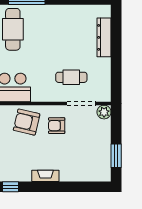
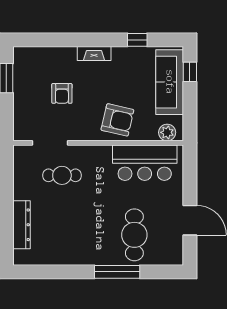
plant: (104, 112) -> (21, 132), removed
armchair: (57, 126) -> (62, 93), moved, turned 90

